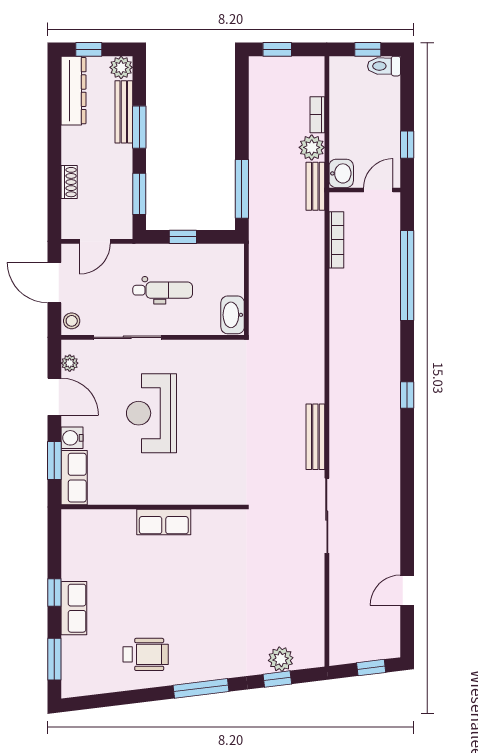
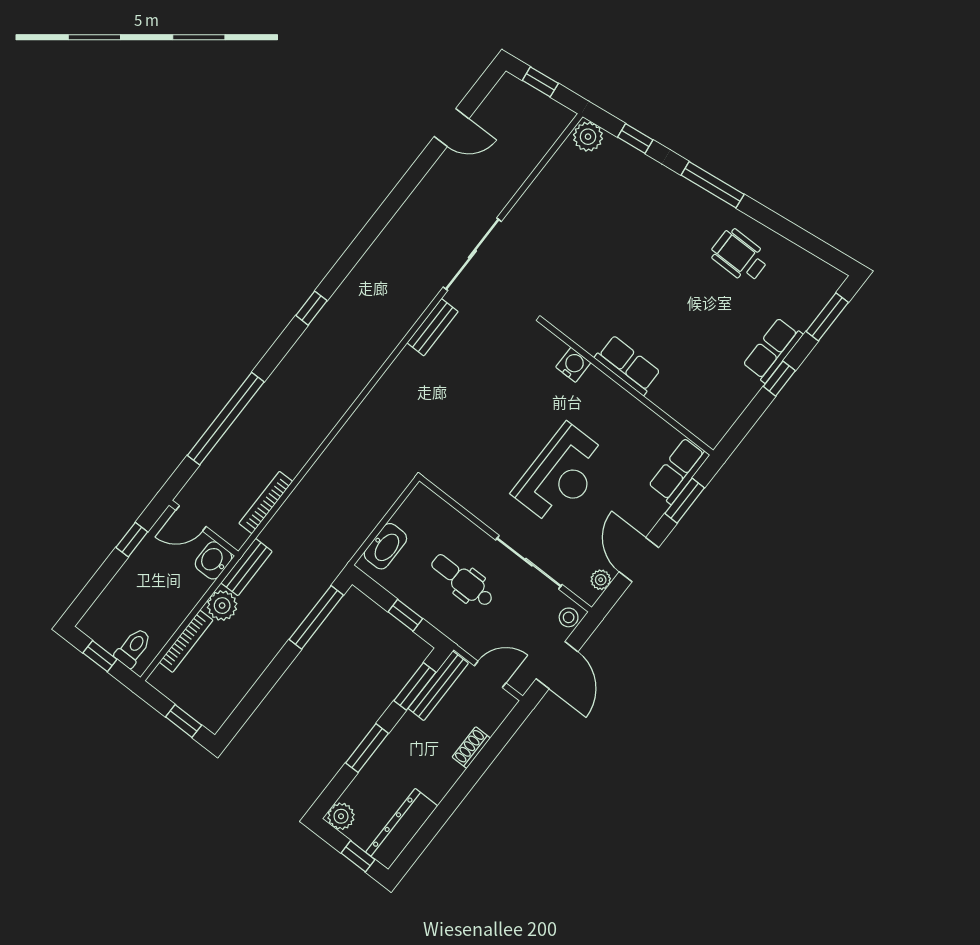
toilet: (384, 66) -> (133, 648), moved, turned -90
bench: (124, 112) -> (438, 686), moved
bookcase: (317, 115) -> (186, 641), width x1.56
washbasin: (233, 315) -> (385, 546), moved
bench: (315, 437) -> (433, 327), width x0.73
water cooler: (72, 438) -> (573, 365), moved, turned -90
plant: (281, 659) -> (588, 137), moved

